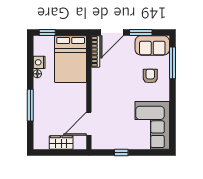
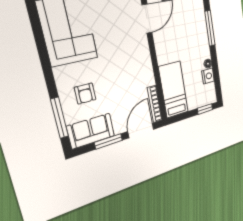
bed: (71, 59) -> (173, 90), width x0.67

